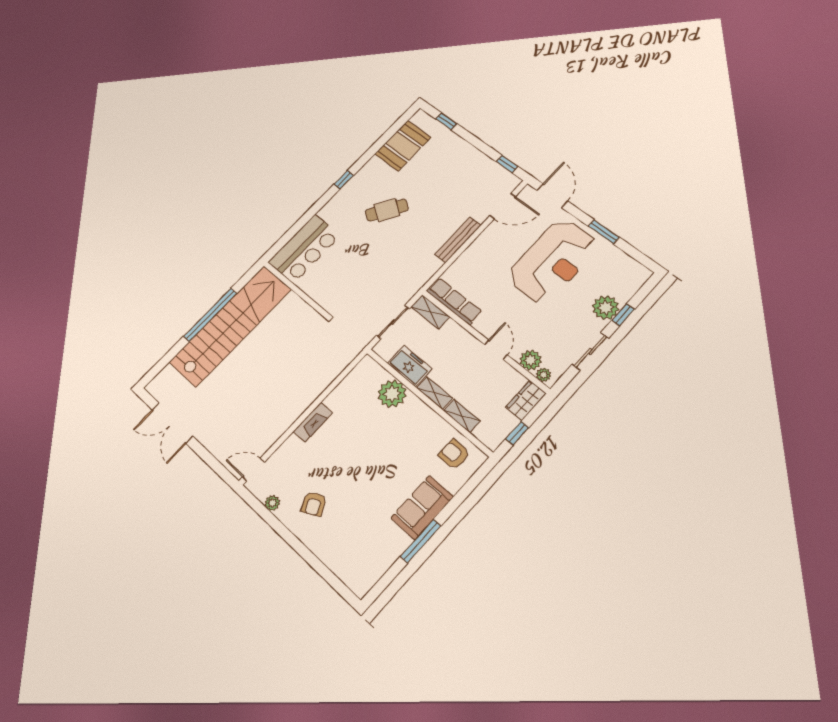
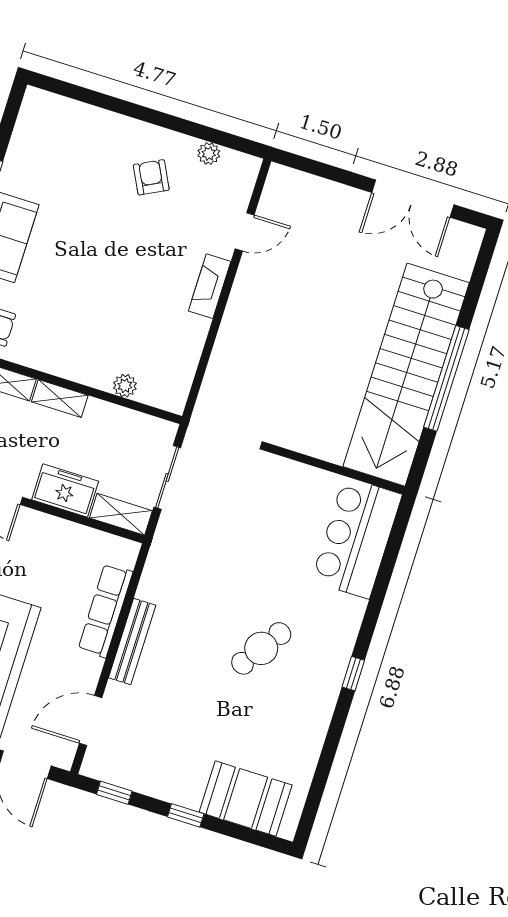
window: (446, 121) -> (186, 815), moved
booth: (403, 146) -> (246, 799), moved, turned 90
row of seats: (454, 301) -> (105, 610), moved, turned 90
freezer: (410, 366) -> (65, 491), moved, turned 180
plant: (392, 394) -> (125, 386), width x0.53, depth x0.53
double door: (172, 423) -> (413, 199), swing flipped
door: (254, 469) -> (245, 232), moved

